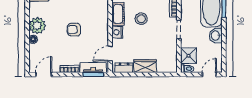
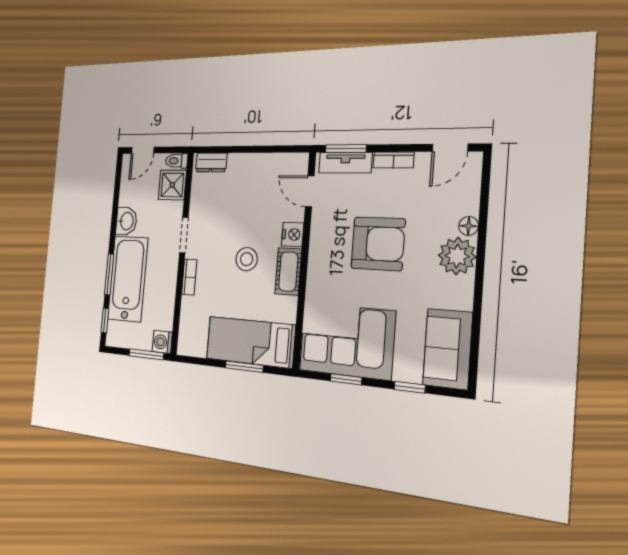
armchair: (74, 30) -> (378, 244), width x1.88, depth x1.88
door: (110, 54) -> (310, 191), swing flipped
wardrobe: (145, 66) -> (247, 166), removed
dresser: (124, 68) -> (211, 162), moved

